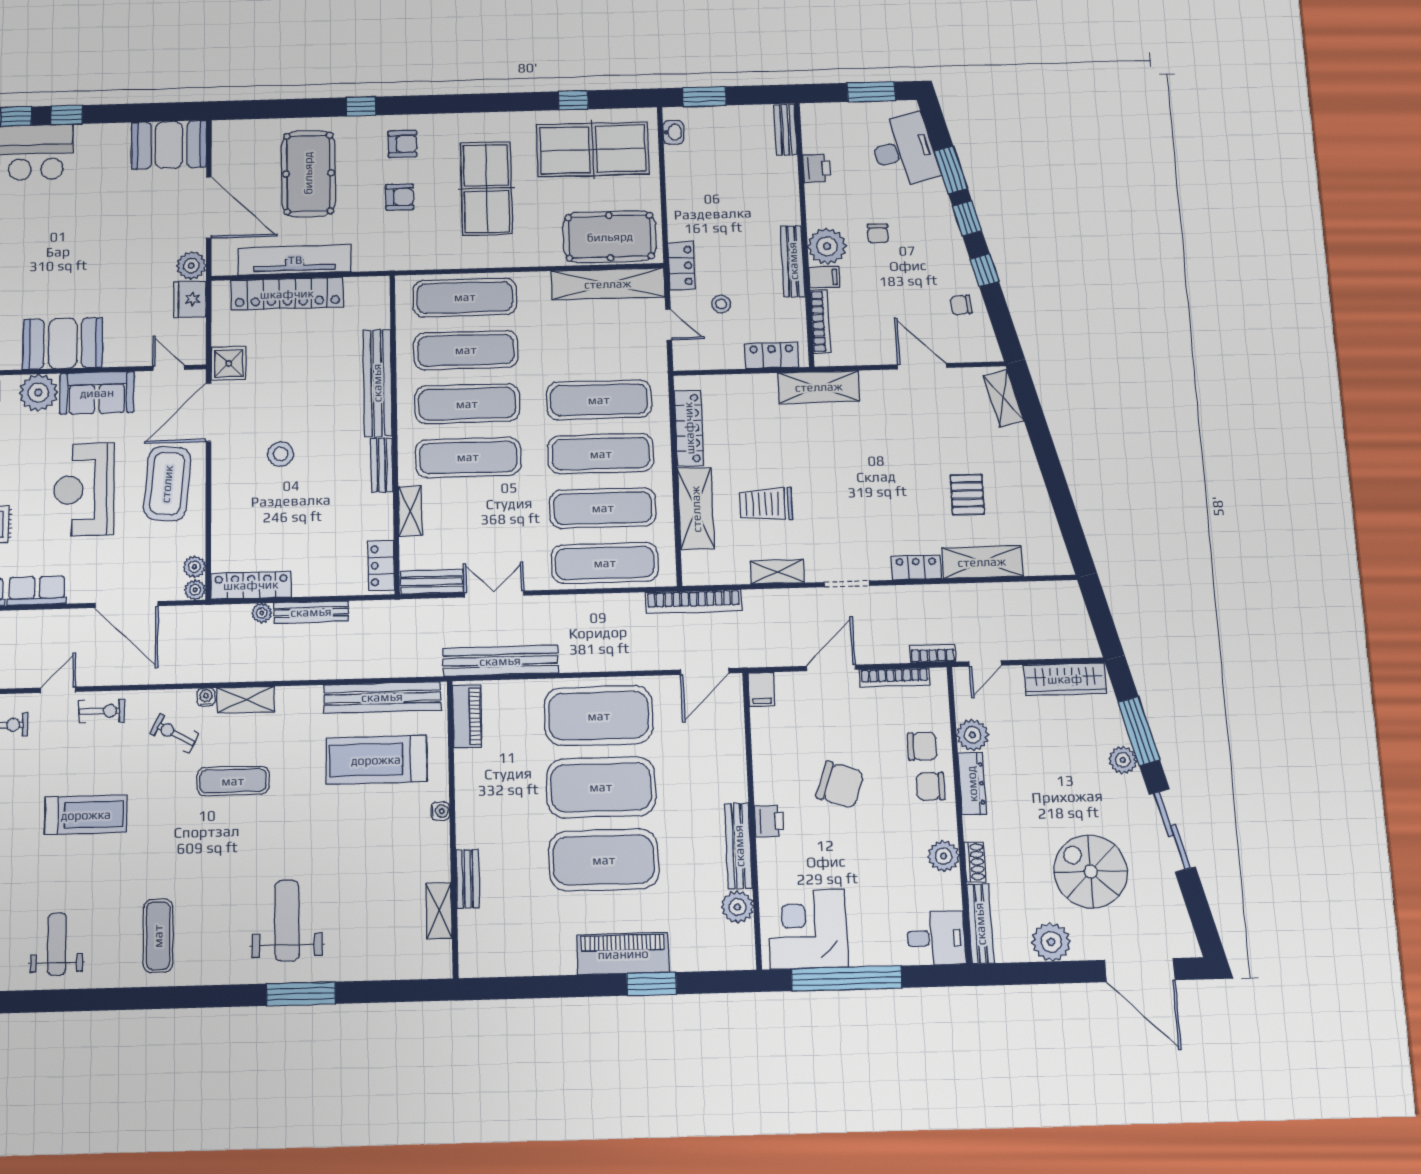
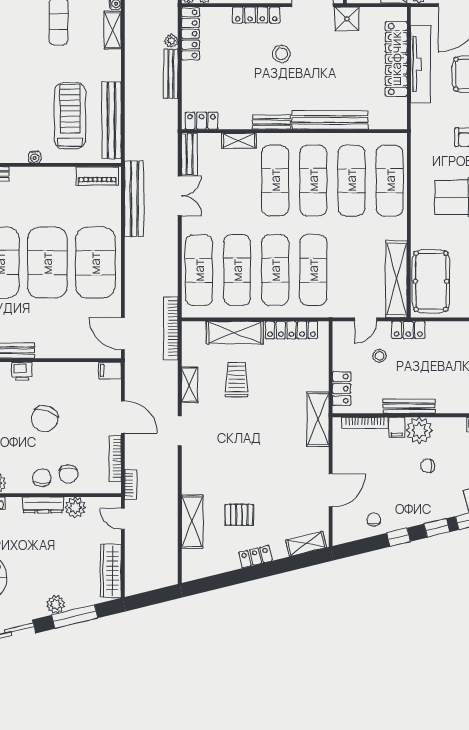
locker: (223, 491) -> (256, 15), added
locker: (916, 568) -> (255, 557), moved, turned -104

